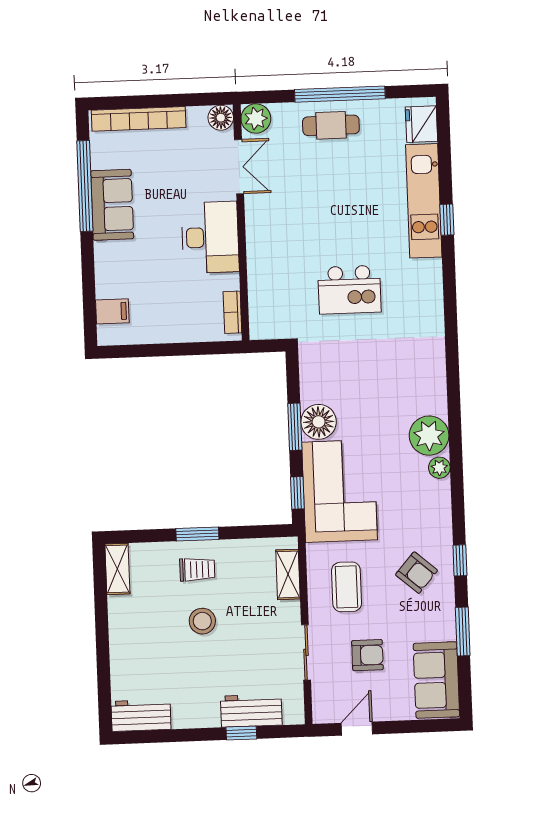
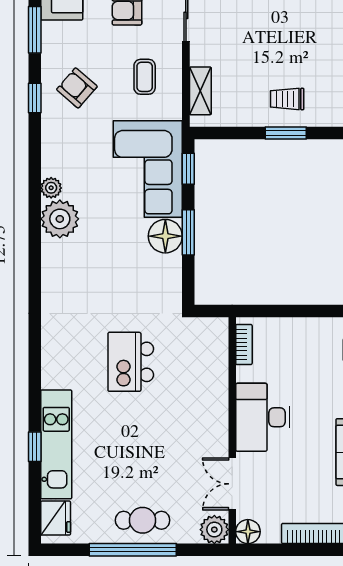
window: (447, 220) -> (35, 447), moved
kitchen island: (349, 290) -> (131, 362), turned -90
coffee table: (347, 587) -> (145, 77), width x0.73, depth x0.77
stool: (202, 621) -> (284, 49), removed

